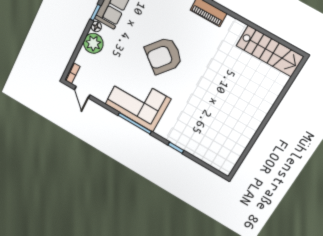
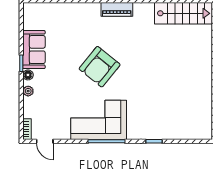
plant: (93, 43) -> (28, 91), width x0.53, depth x0.53

